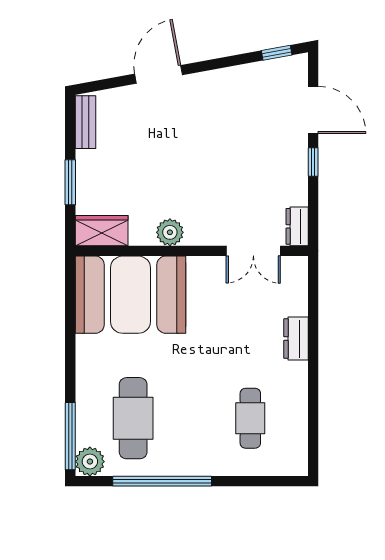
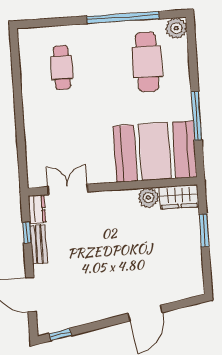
bench: (85, 122) -> (39, 244), moved
window: (313, 162) -> (27, 233), moved
plant: (170, 232) -> (148, 198), moved
dresser: (296, 339) -> (32, 128), removed
window: (70, 436) -> (196, 116), moved

